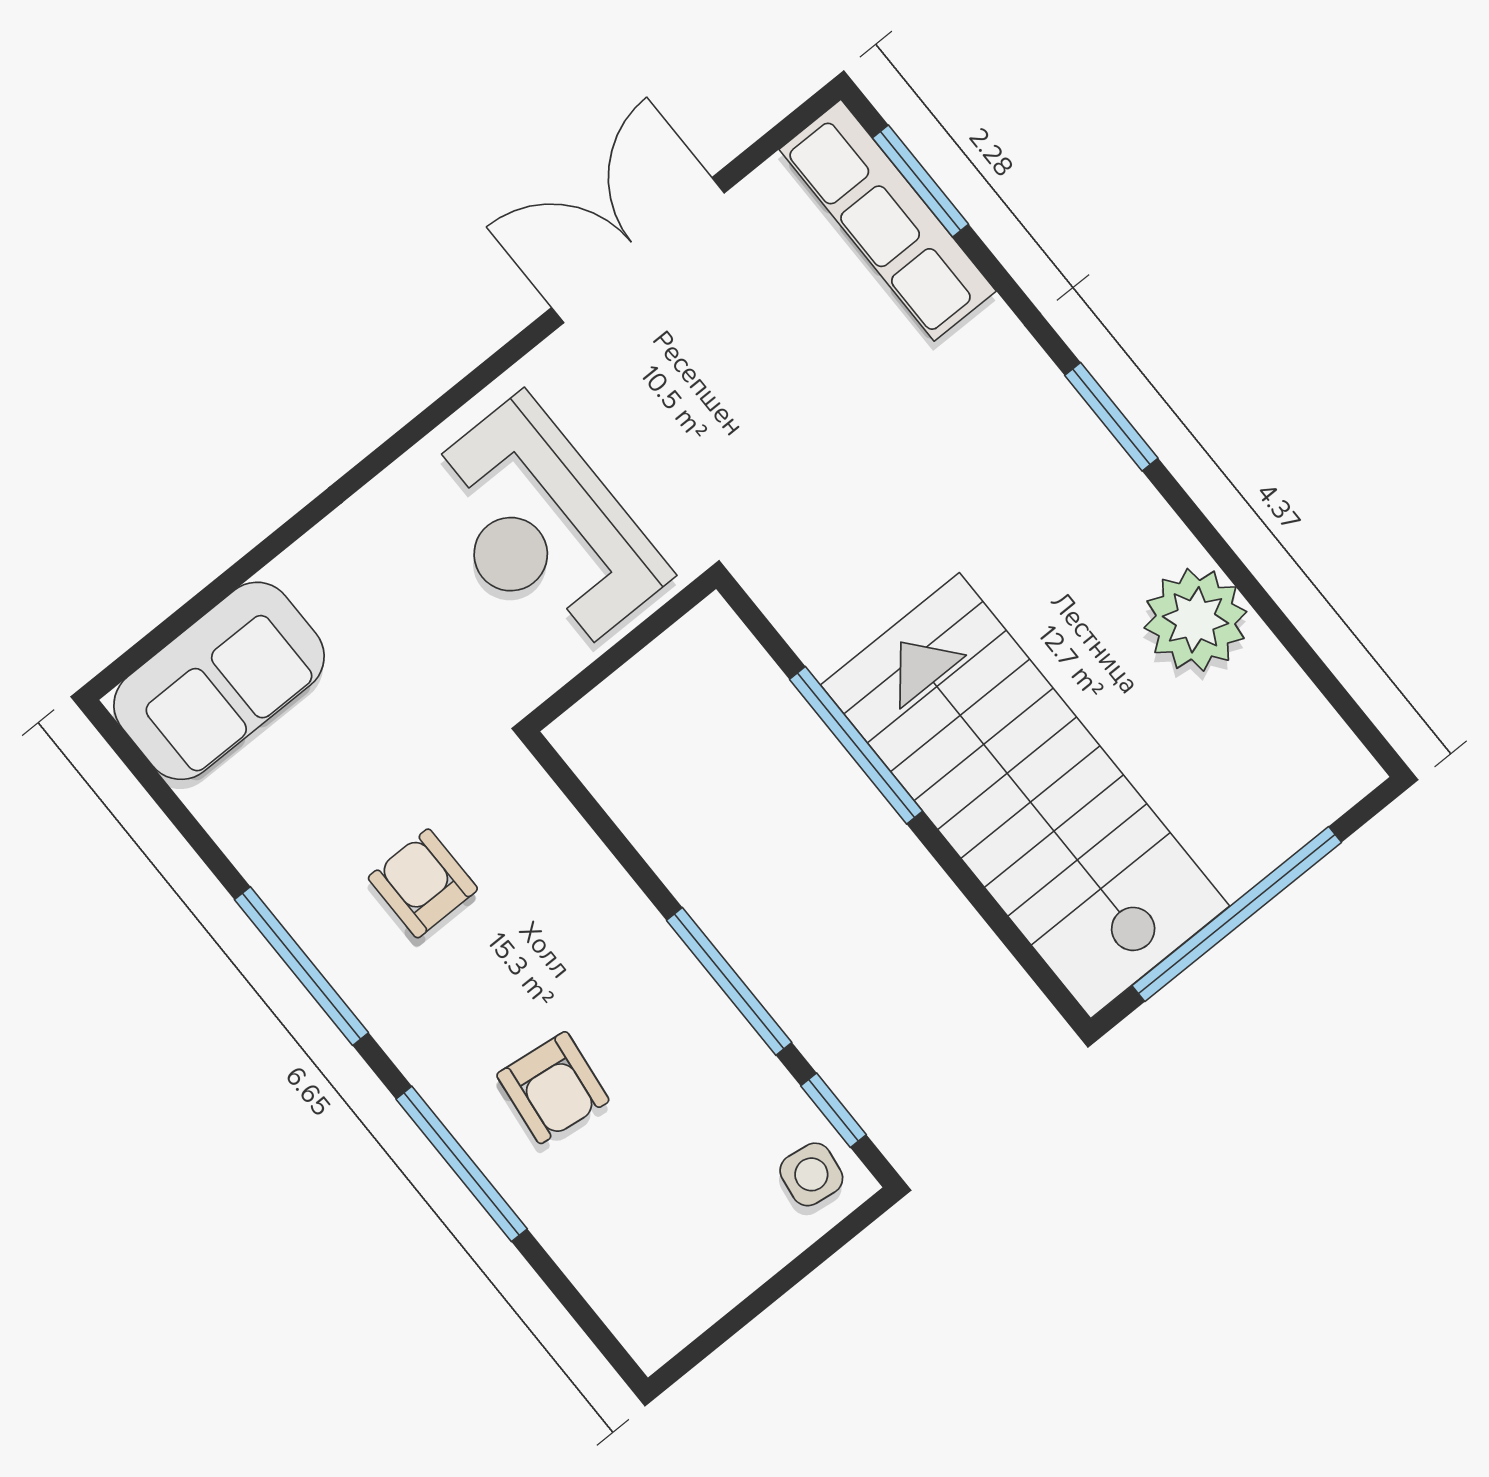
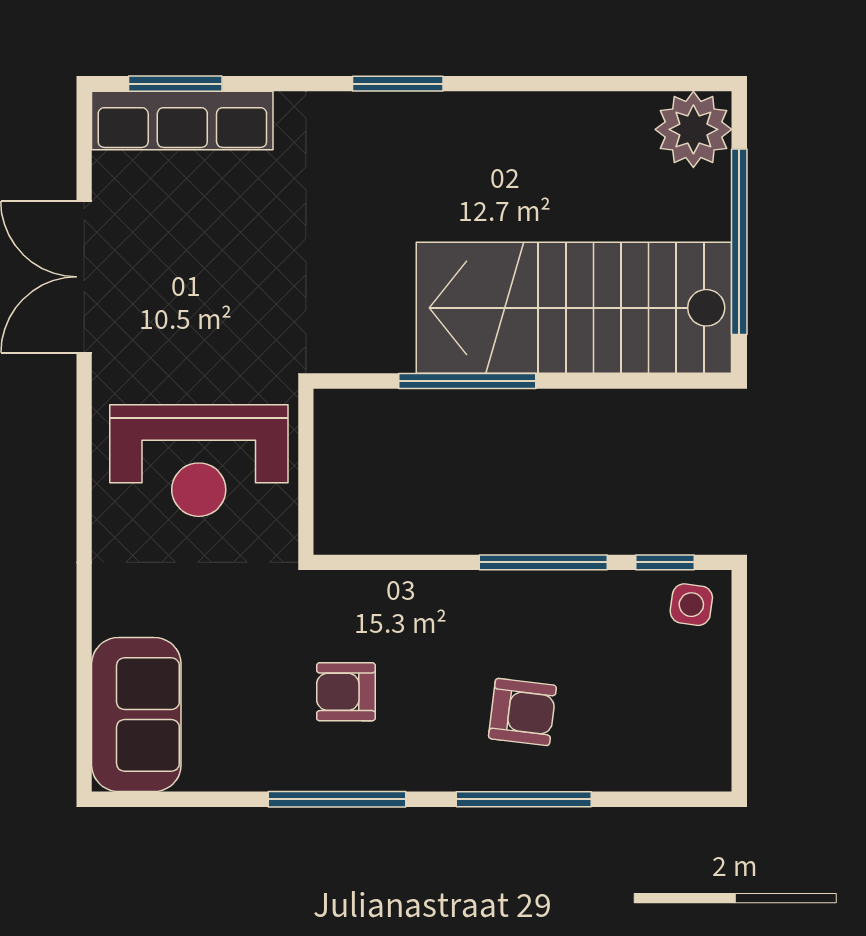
plant: (1195, 620) -> (693, 129), moved

